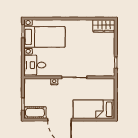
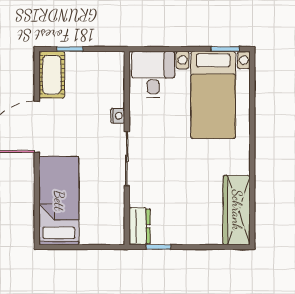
wardrobe: (104, 26) -> (237, 210), width x1.50
dresser: (106, 71) -> (140, 226), added

